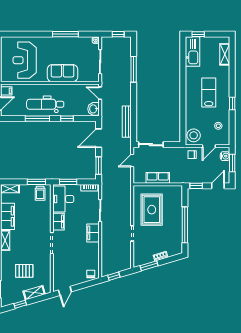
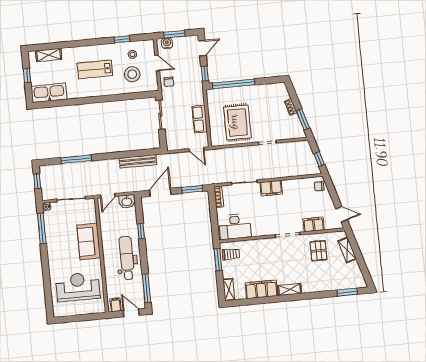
window: (65, 34) -> (42, 229), moved
window: (198, 34) -> (27, 75), moved
reception desk: (25, 60) -> (78, 287), turned 180
window: (232, 103) -> (122, 39), moved
dental chair: (45, 104) -> (127, 258), turned 180
window: (37, 119) -> (146, 288), moved
stool: (194, 135) -> (132, 74), moved
door: (99, 138) -> (160, 192), swing flipped
sliding door: (151, 145) -> (160, 115), moved
door: (132, 160) -> (197, 149), moved
window: (68, 182) -> (214, 223), removed
door: (218, 186) -> (202, 48), swing flipped
rug: (152, 210) -> (237, 122), turned 90
filing cabinet: (59, 222) -> (314, 224), moved
window: (185, 225) -> (234, 84), moved
pallet: (24, 271) -> (319, 251), moved
window: (20, 304) -> (362, 265), removed

